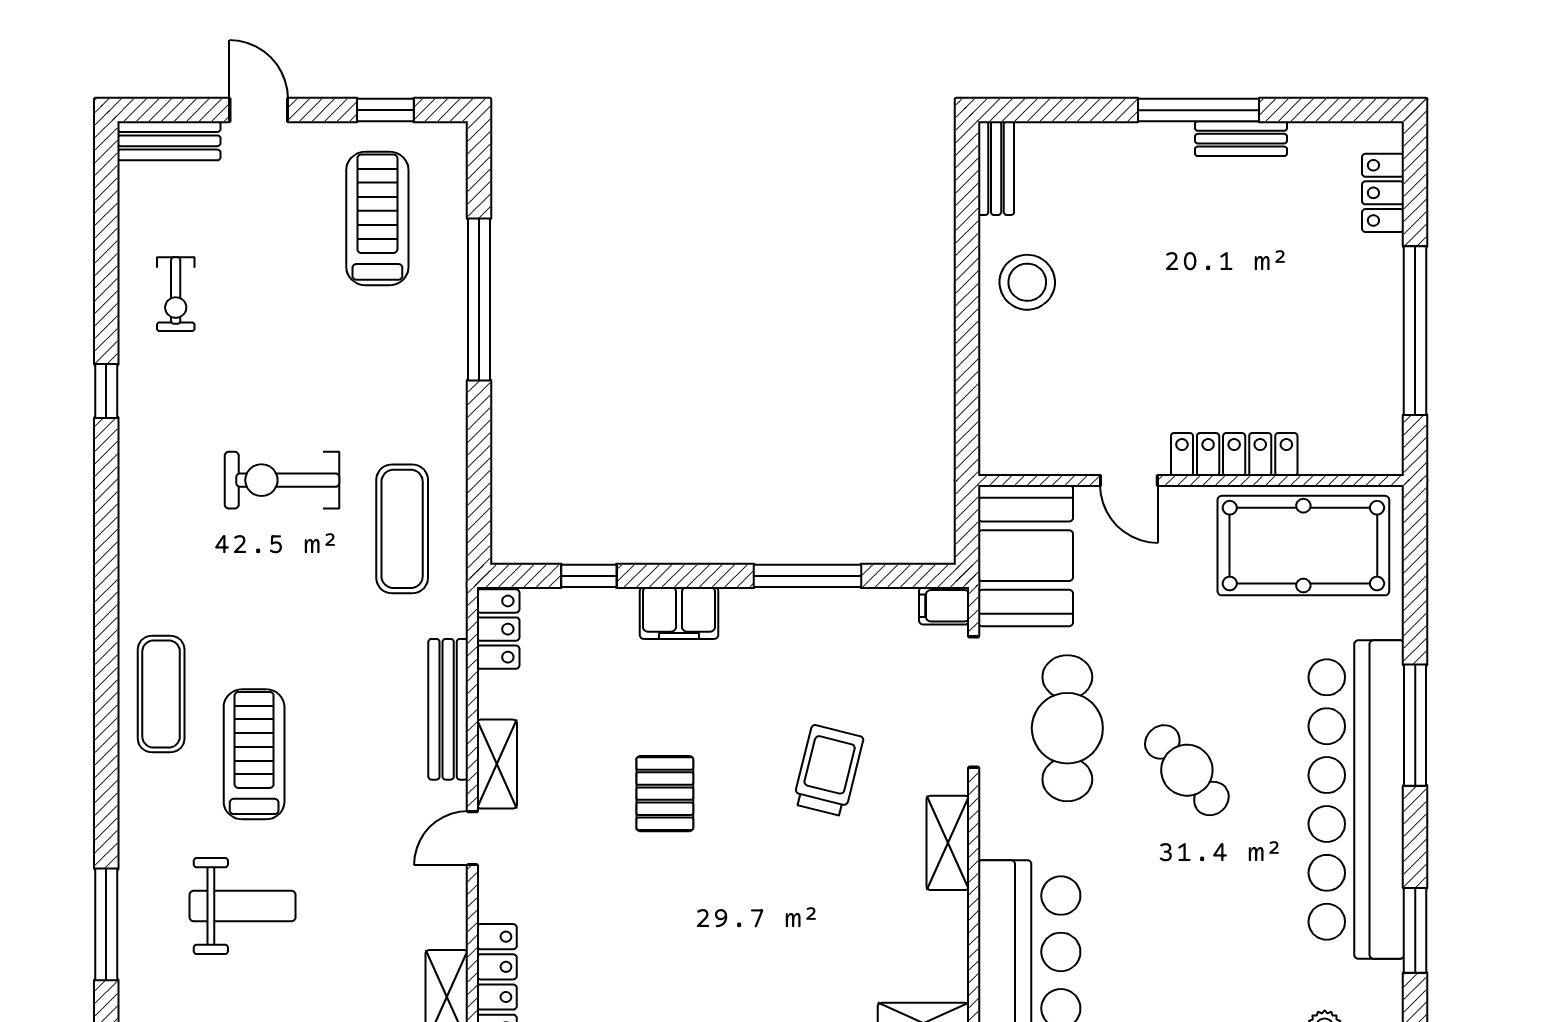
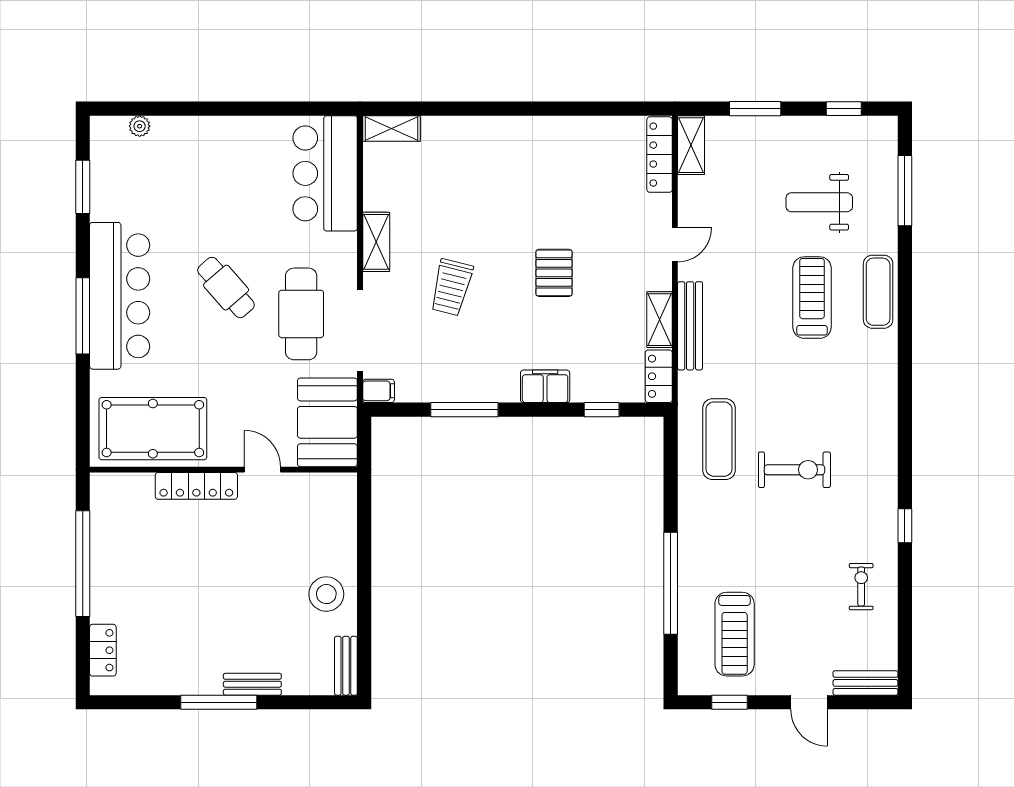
bench: (1241, 139) -> (252, 684), moved
exercise mat: (161, 694) -> (878, 292), moved
treadmill: (254, 754) -> (812, 298), turned 180
shelving: (497, 764) -> (660, 320), moved
bar counter: (1356, 800) -> (120, 296), width x0.73

